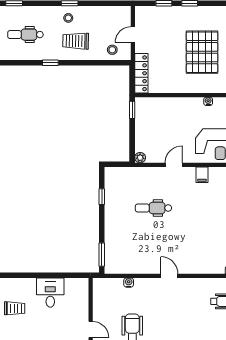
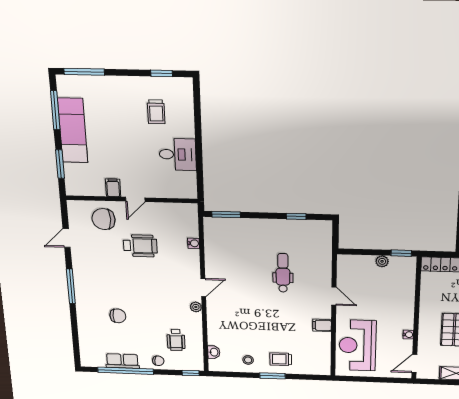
plant: (140, 158) -> (382, 261), moved
plant: (188, 283) -> (196, 307), added

